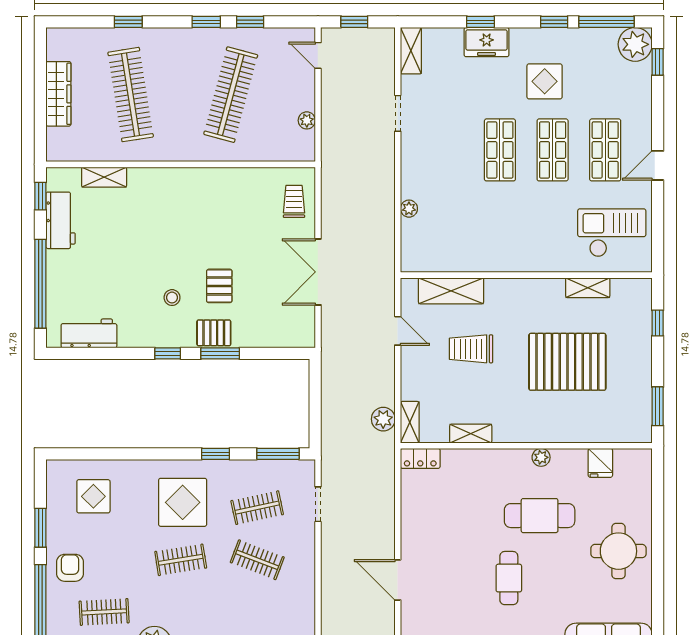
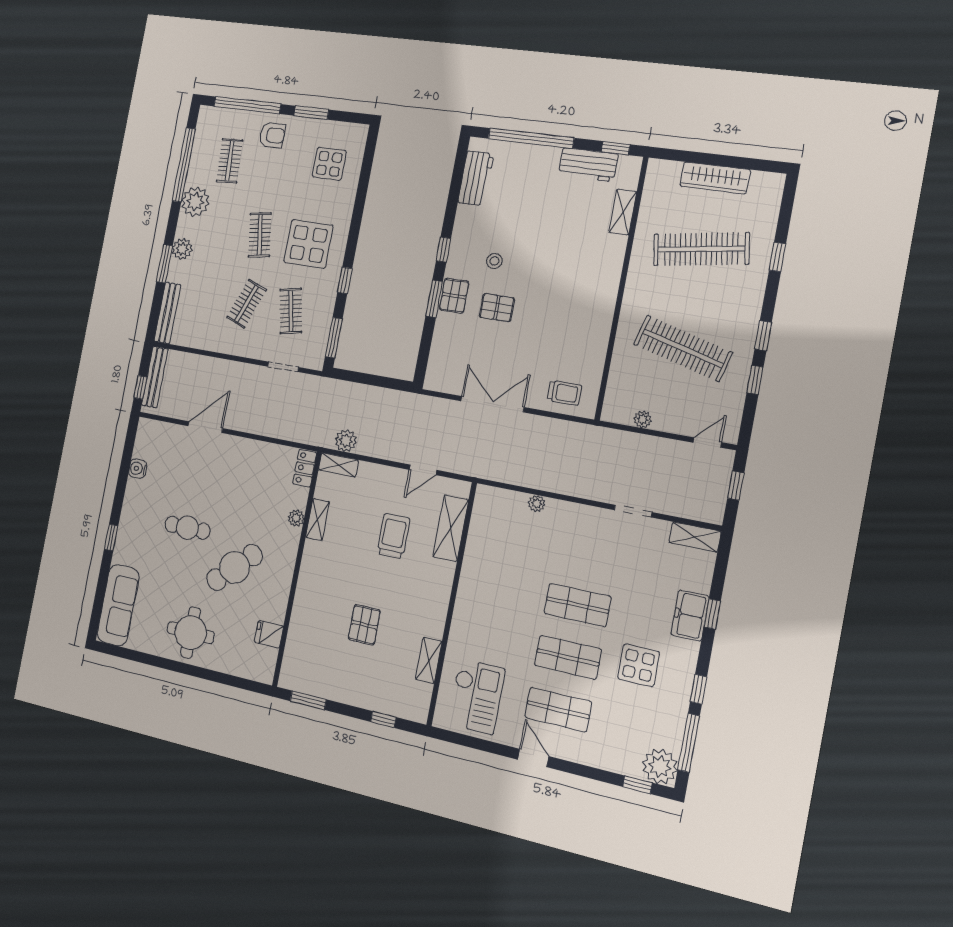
pallet: (567, 362) -> (364, 625), width x0.49, depth x0.50
plant: (541, 457) -> (296, 518), moved
cafe table: (540, 516) -> (234, 567), turned 46

